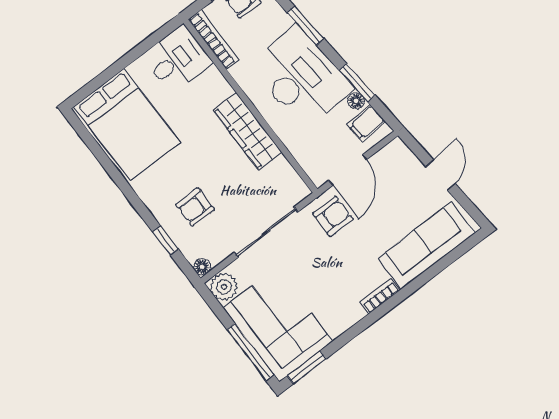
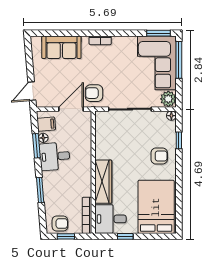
window: (138, 51) -> (125, 236), added
desk: (301, 77) -> (55, 156), width x0.53, depth x0.77
wardrobe: (248, 131) -> (103, 182), moved
door: (440, 175) -> (32, 91), moved
armchair: (195, 207) -> (159, 156), moved
sofa: (426, 245) -> (61, 47), width x0.73

